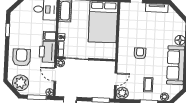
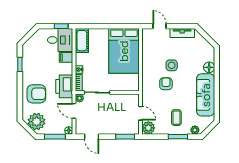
filing cabinet: (49, 36) -> (66, 57), moved
side table: (146, 37) -> (172, 65), added
armchair: (21, 57) -> (36, 94), turned 90
door: (116, 79) -> (140, 113), hinge flipped

